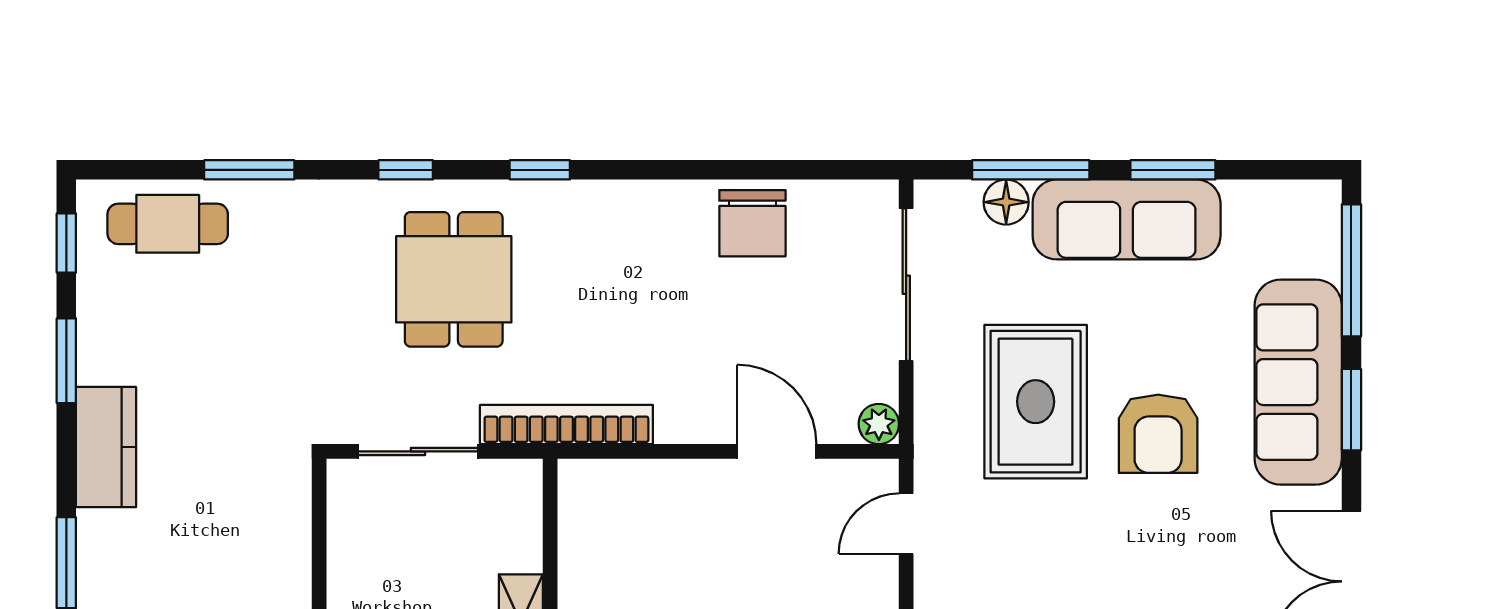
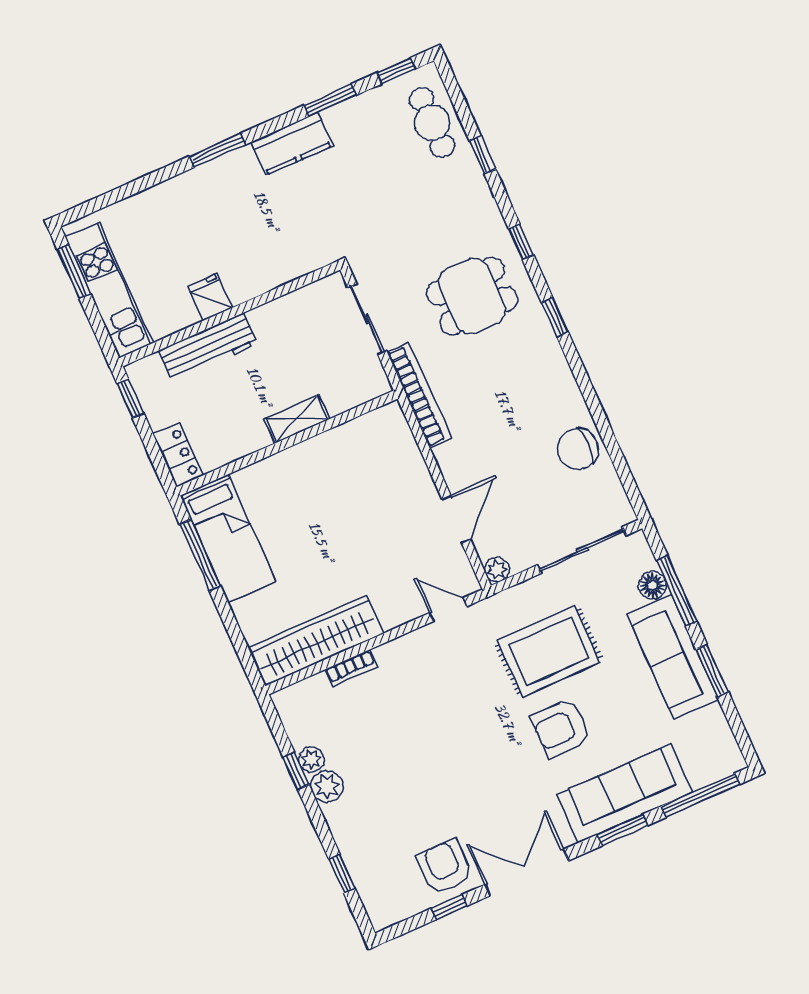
window: (249, 170) -> (482, 155), width x0.67

